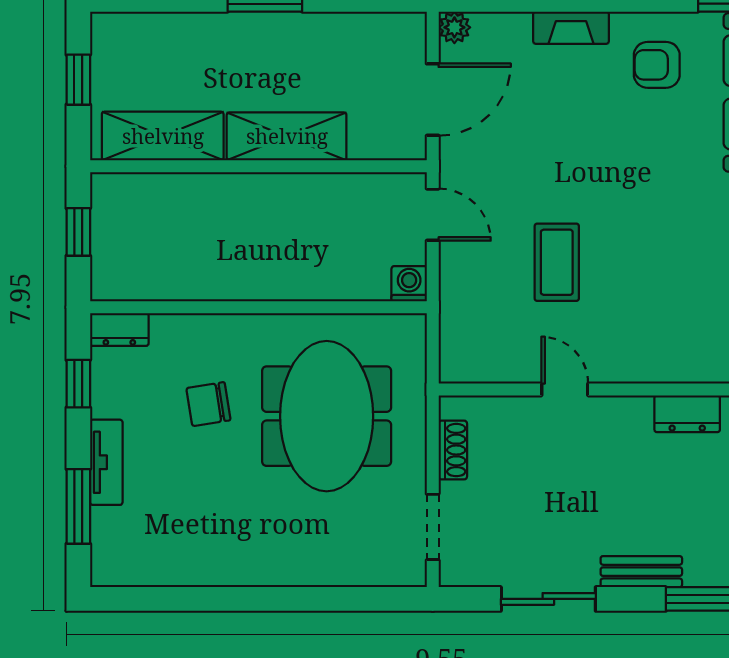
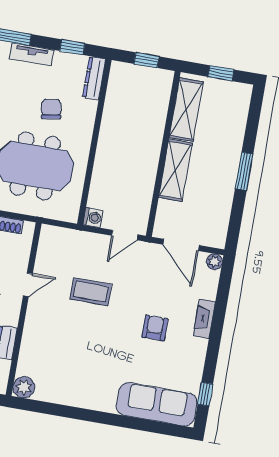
armchair: (657, 65) -> (155, 328), moved
dresser: (119, 330) -> (94, 78), width x1.44

